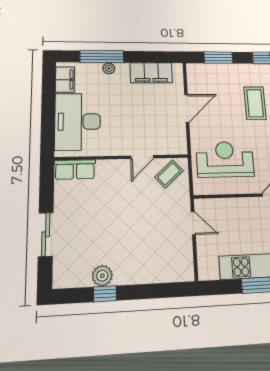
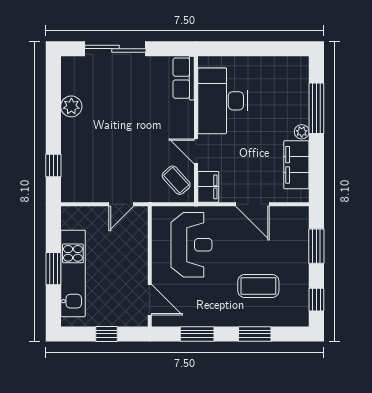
plant: (109, 68) -> (302, 132), moved
filing cabinet: (65, 80) -> (208, 187), moved, turned -90
desk: (78, 122) -> (223, 101), moved, turned -90
sliding door: (46, 234) -> (115, 49), width x1.37
window: (105, 294) -> (53, 166), moved

